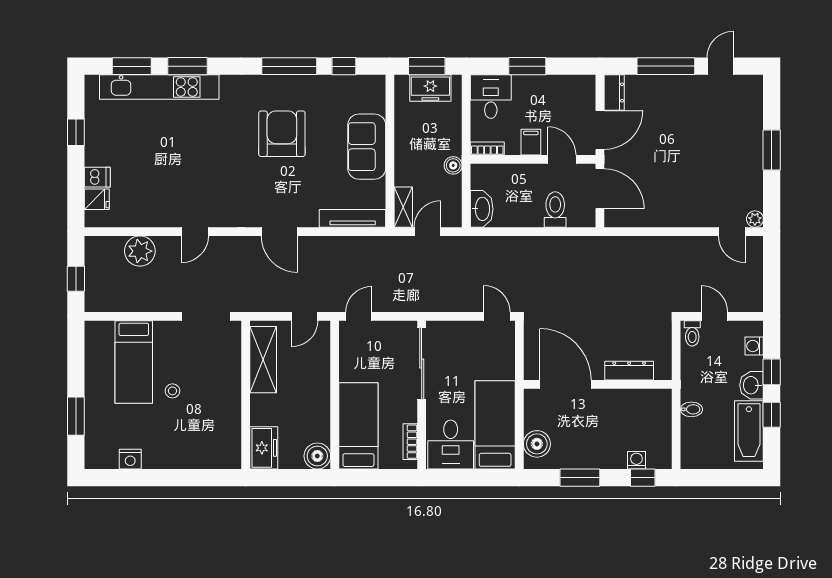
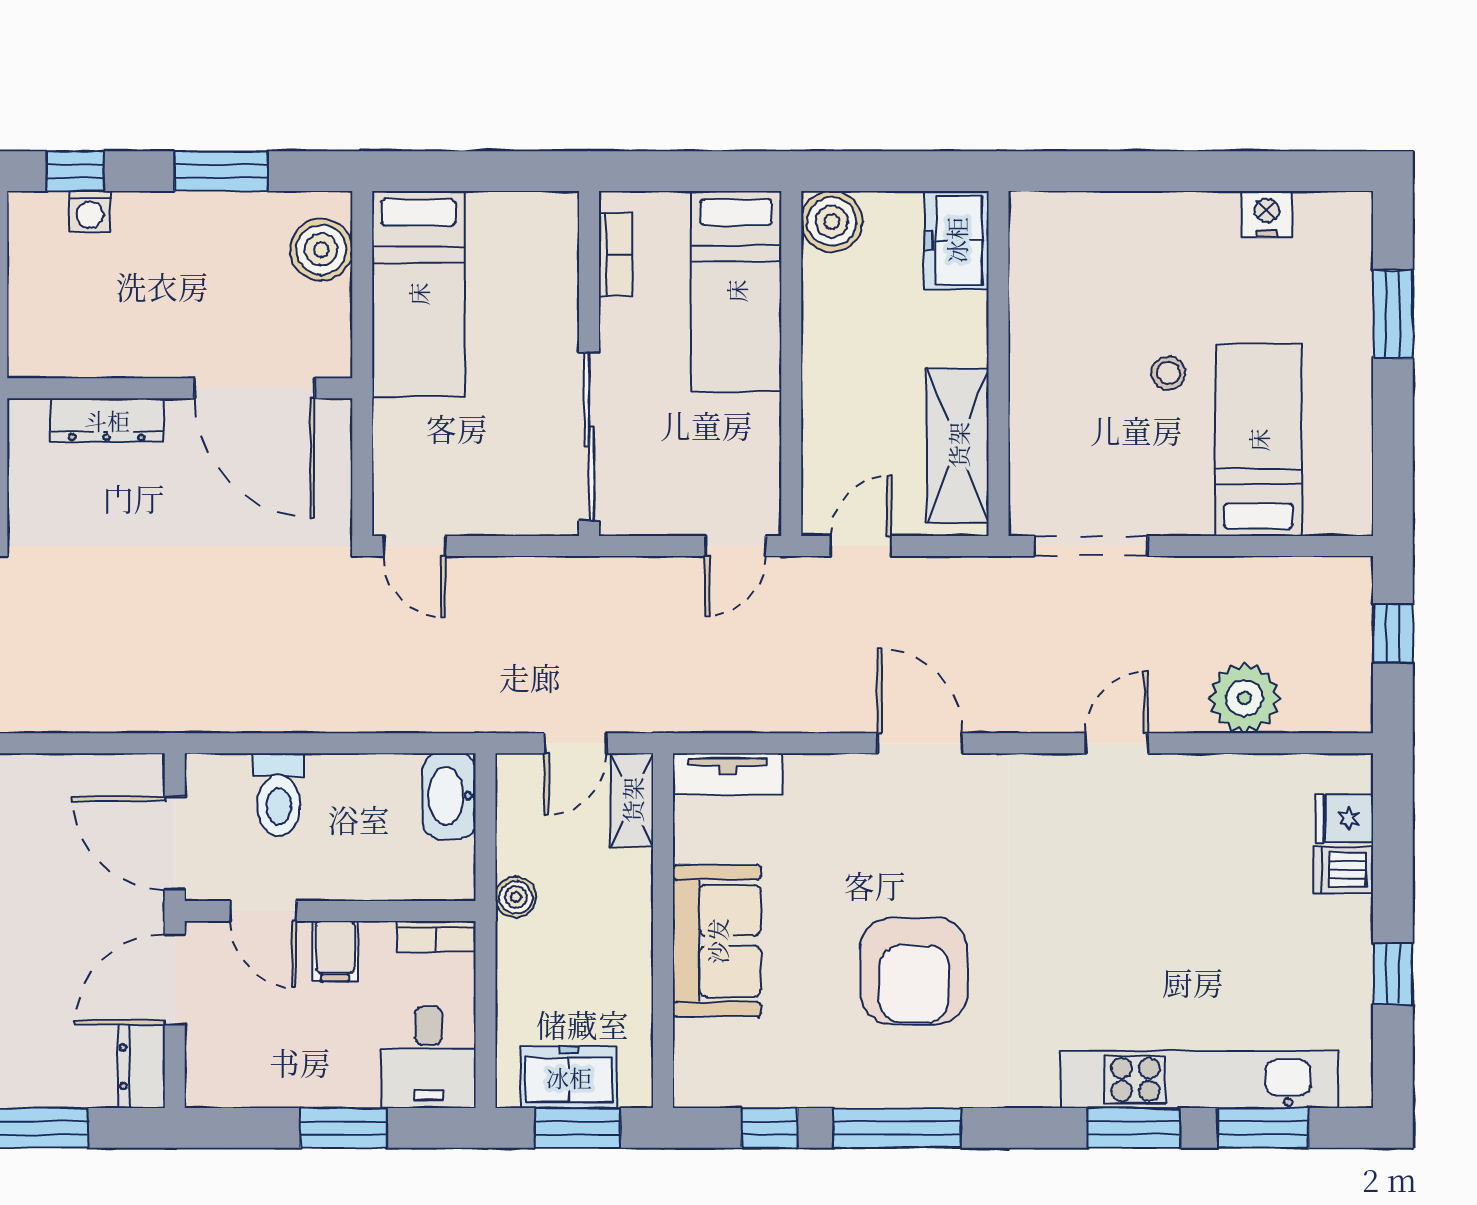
tv unit: (353, 218) -> (728, 774), width x0.71
desk: (451, 445) -> (522, 248), removed

